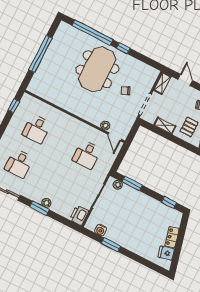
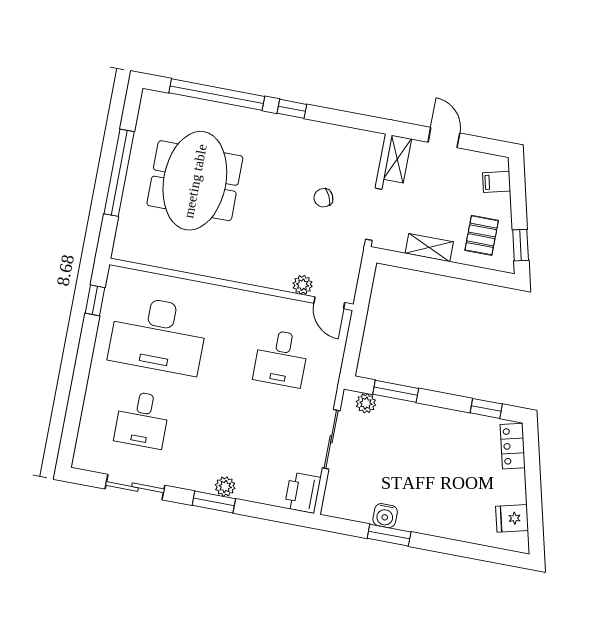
meeting table: (97, 69) -> (195, 181), moved
desk: (37, 129) -> (158, 335), width x1.87, depth x1.30
water cooler: (101, 230) -> (385, 516), moved
locker: (172, 237) -> (513, 446), moved

